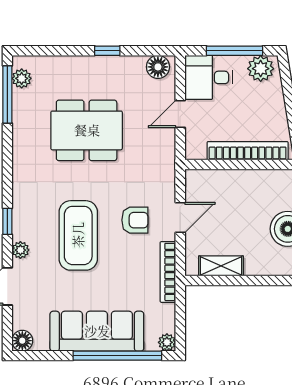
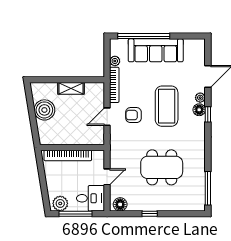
plant: (22, 78) -> (200, 198), removed
shelving: (221, 266) -> (71, 88), moved
floor lamp: (22, 341) -> (199, 110), moved
plant: (167, 342) -> (115, 61), moved

